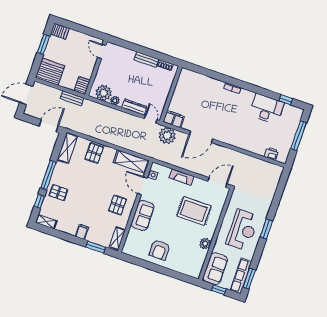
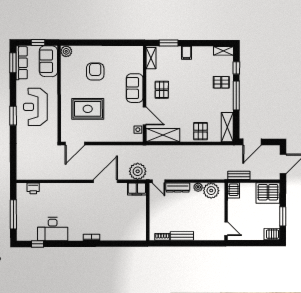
fireplace: (181, 177) -> (111, 137), removed
plant: (205, 244) -> (66, 51), moved
armchair: (160, 250) -> (95, 72), moved

